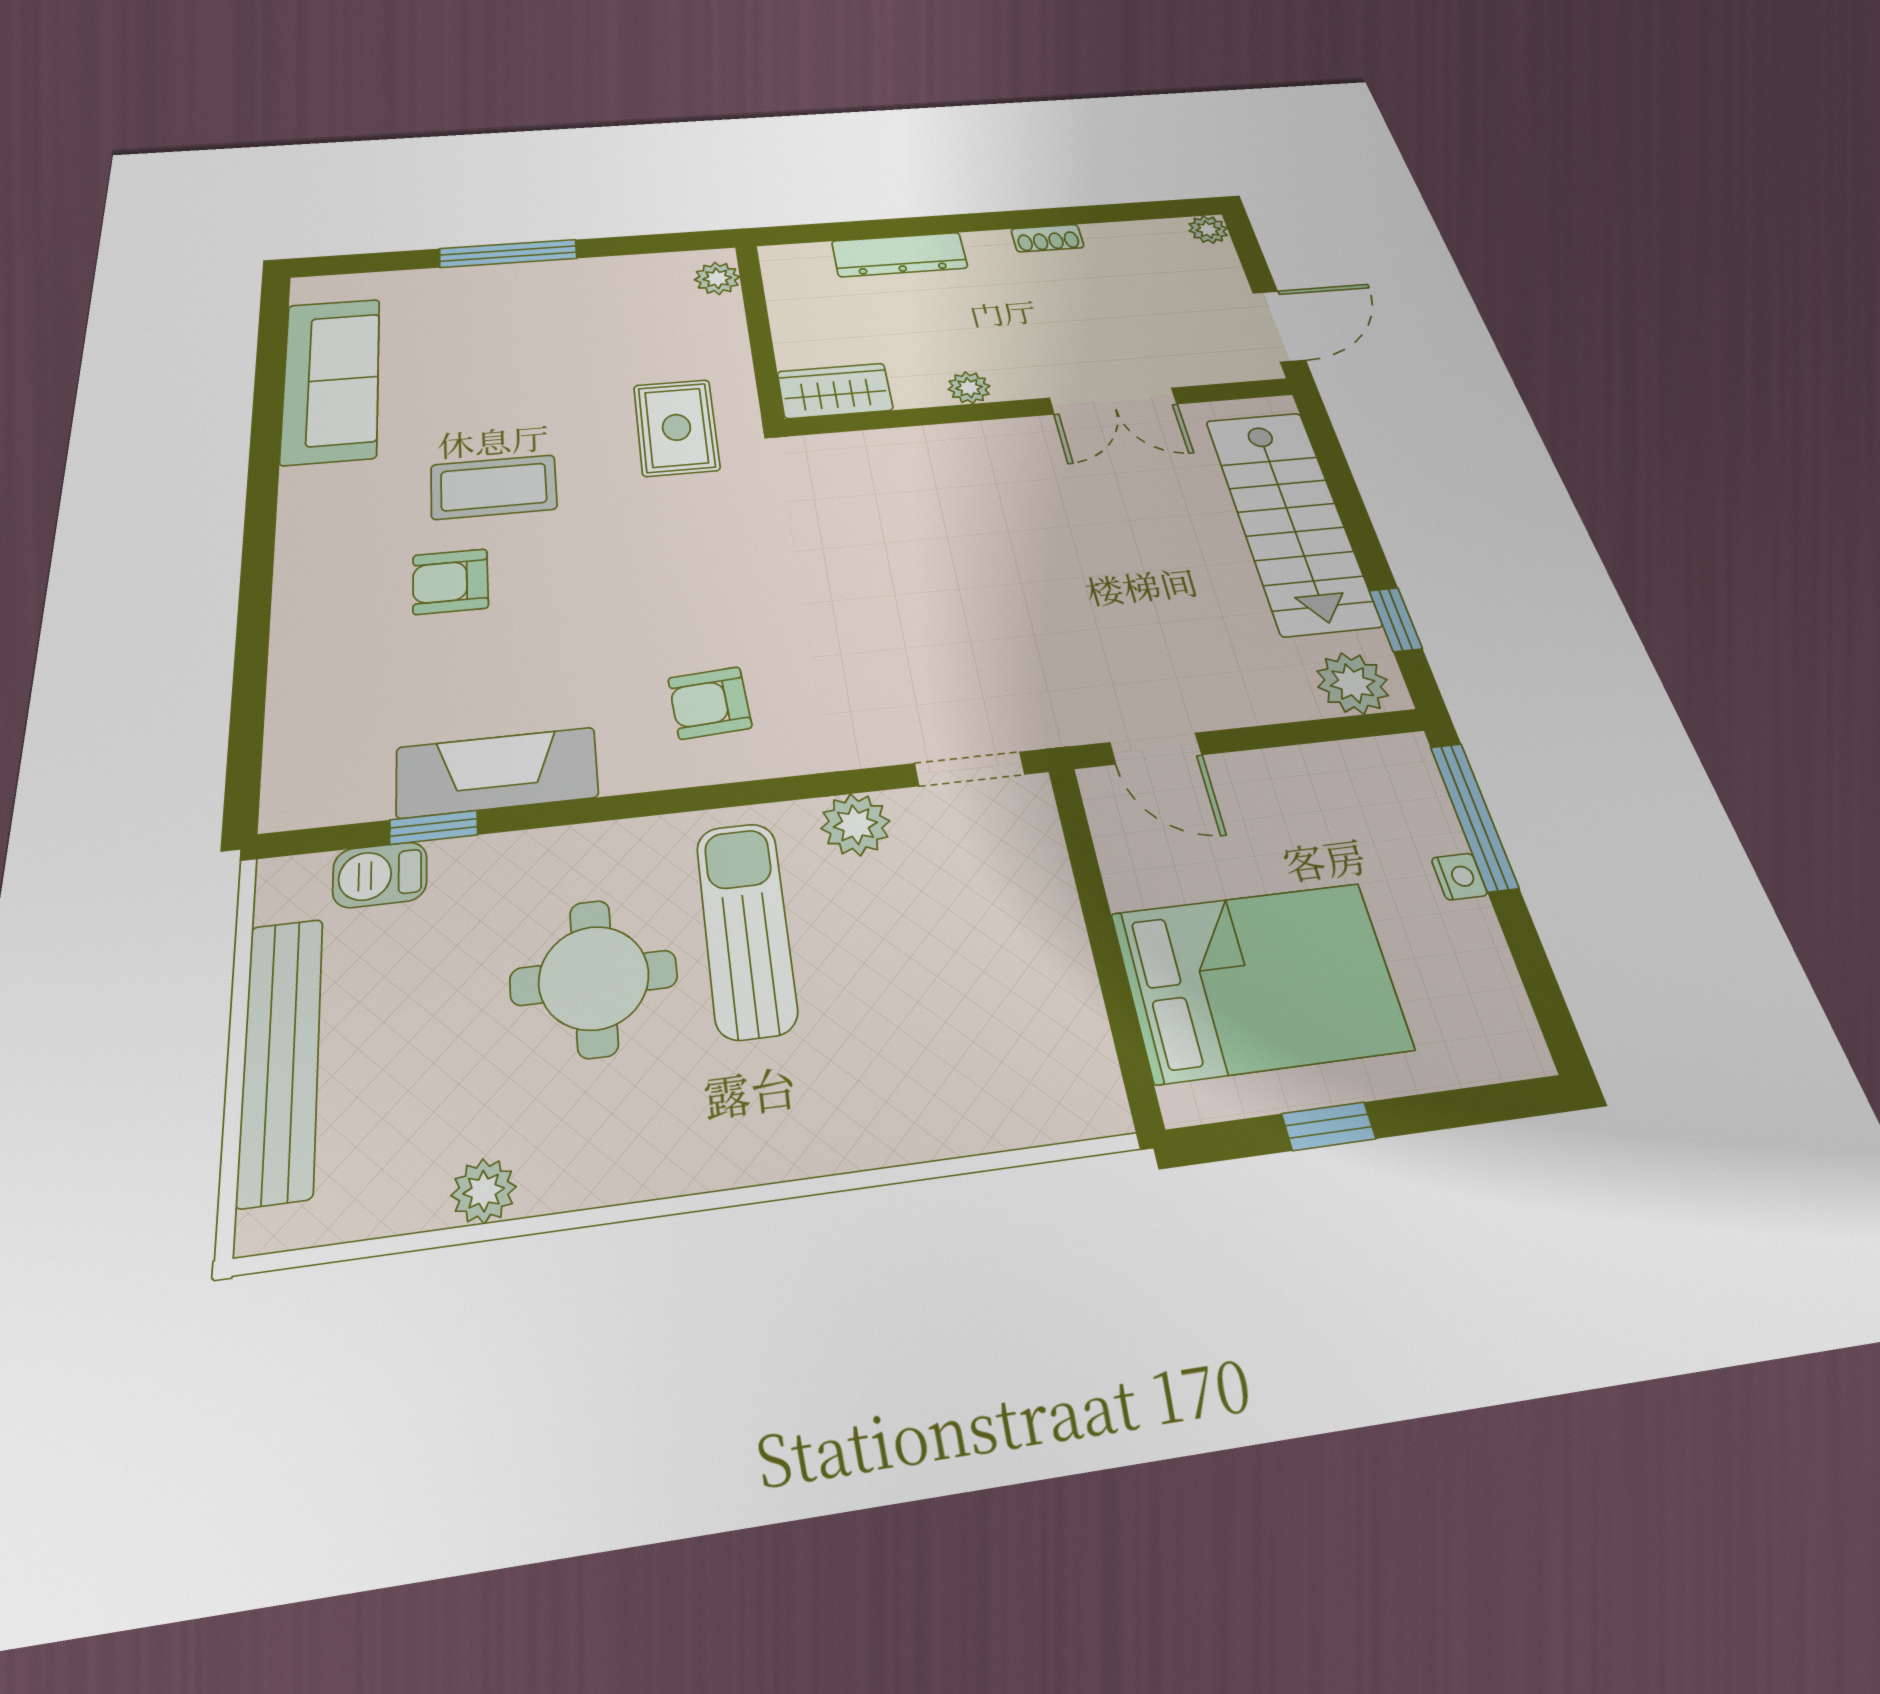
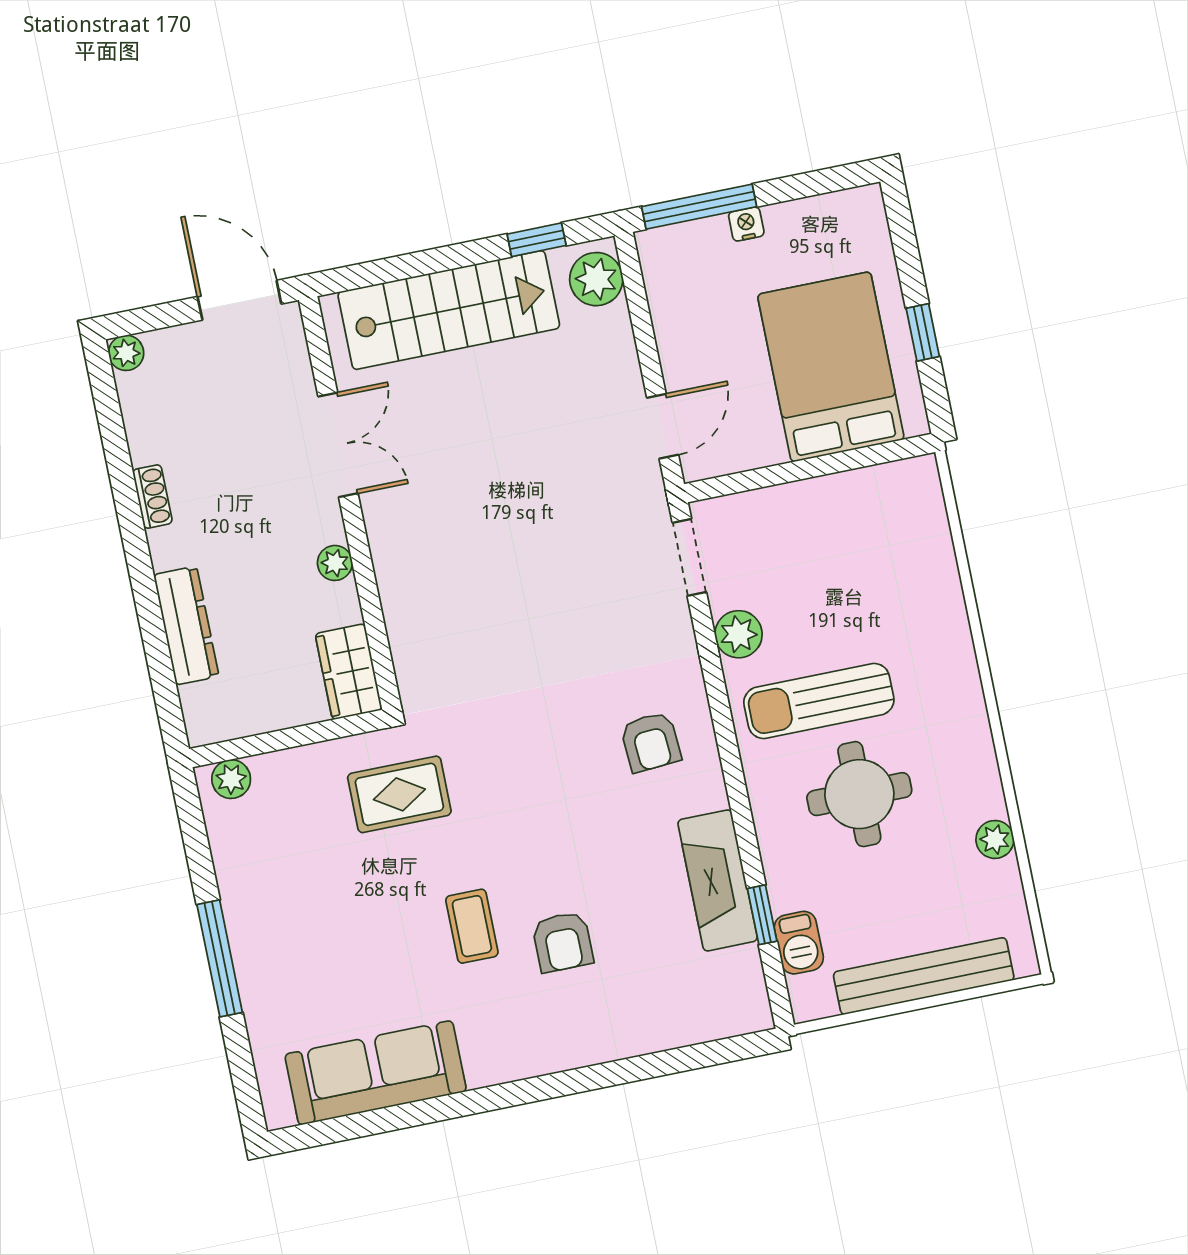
coffee table: (494, 487) -> (472, 926), width x0.73, depth x0.77

